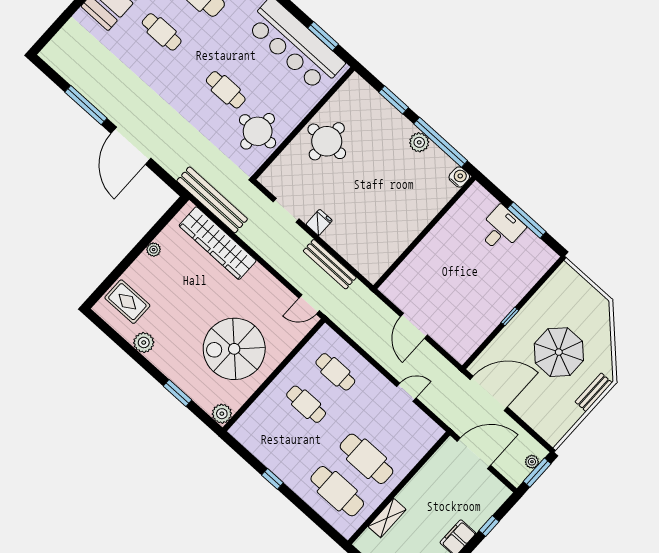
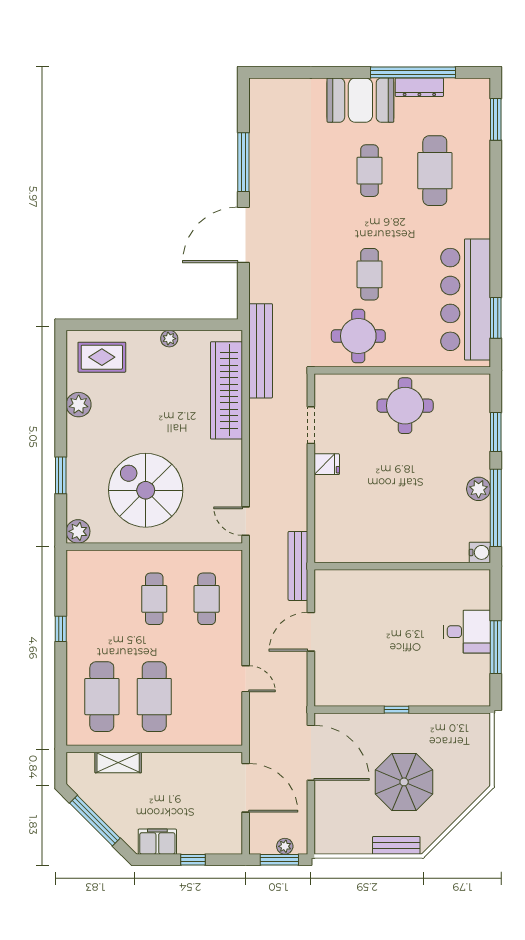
bench: (330, 264) -> (298, 566), moved
rug: (127, 302) -> (102, 357), turned 90

